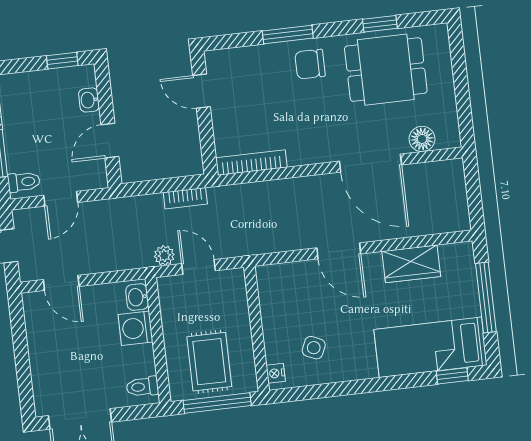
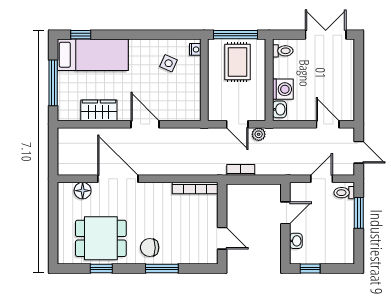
chair: (310, 64) -> (150, 248), turned 180

